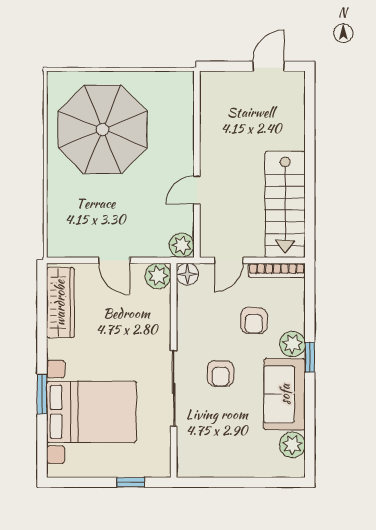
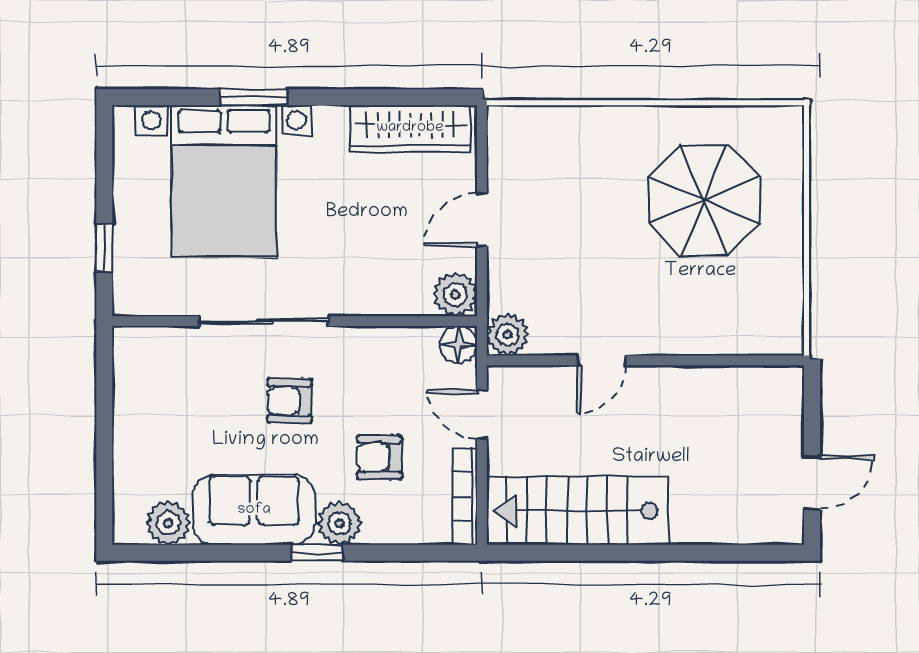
door: (268, 66) -> (812, 482), hinge flipped
parasol: (103, 129) -> (704, 200), width x0.73, depth x0.73
door: (197, 190) -> (602, 360), swing flipped

